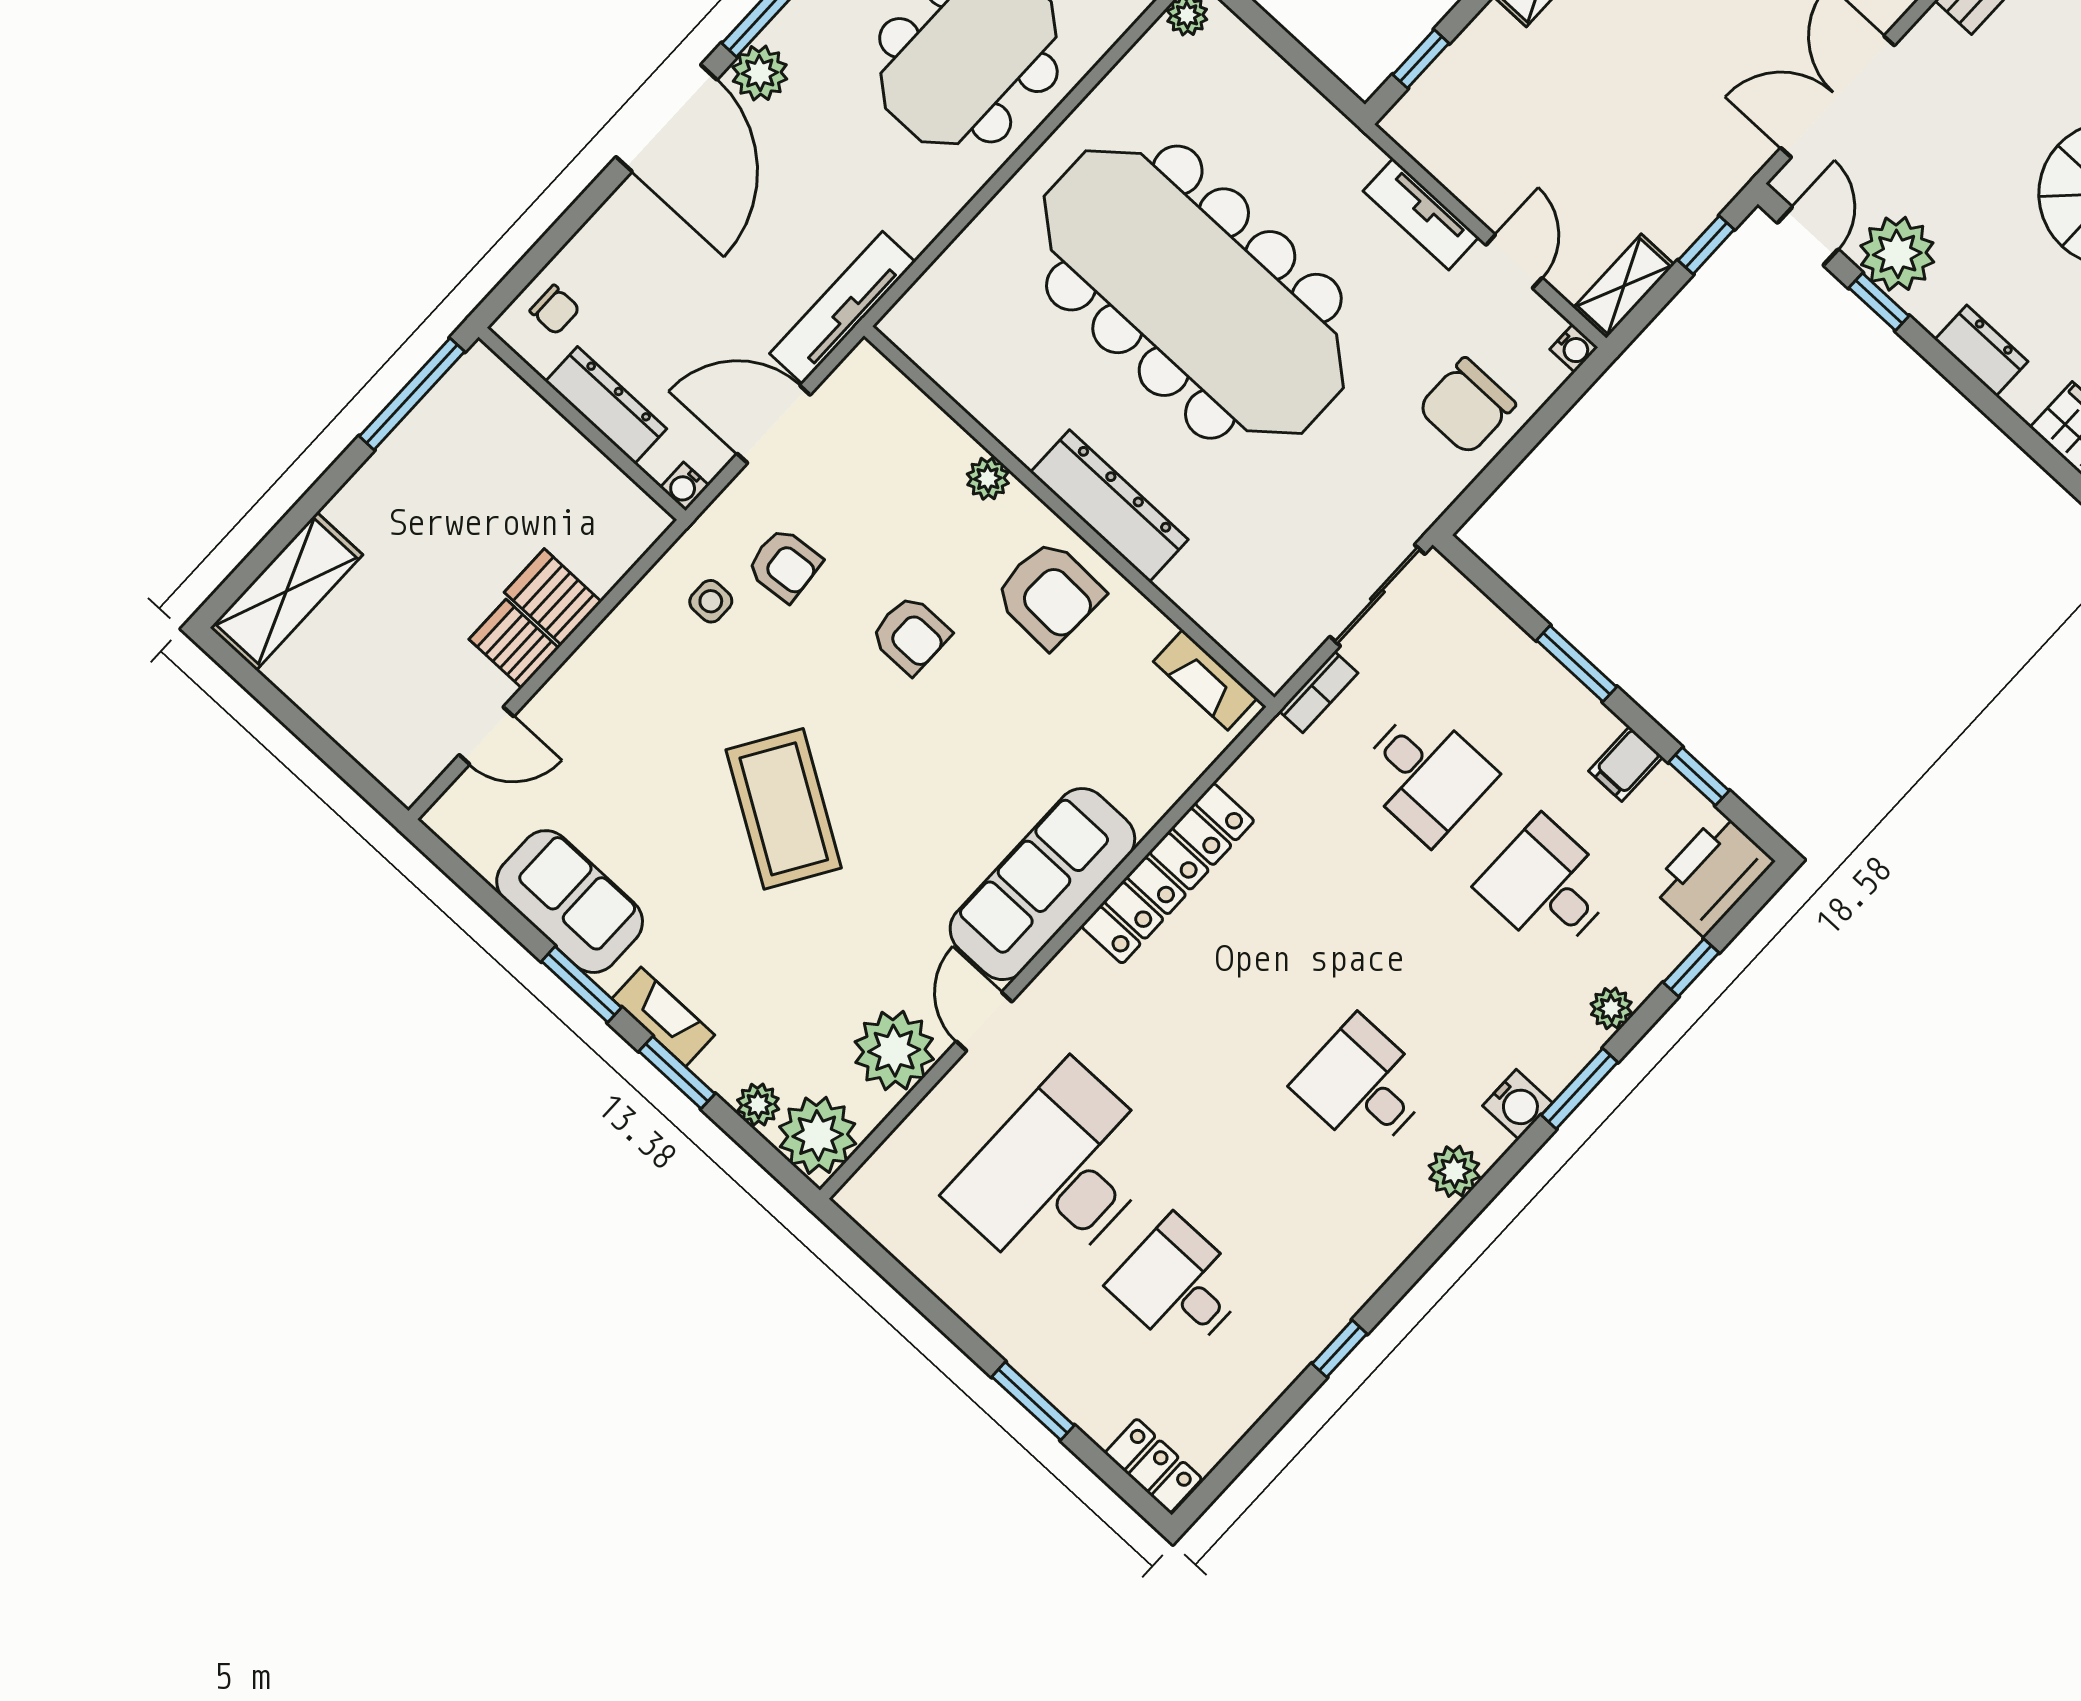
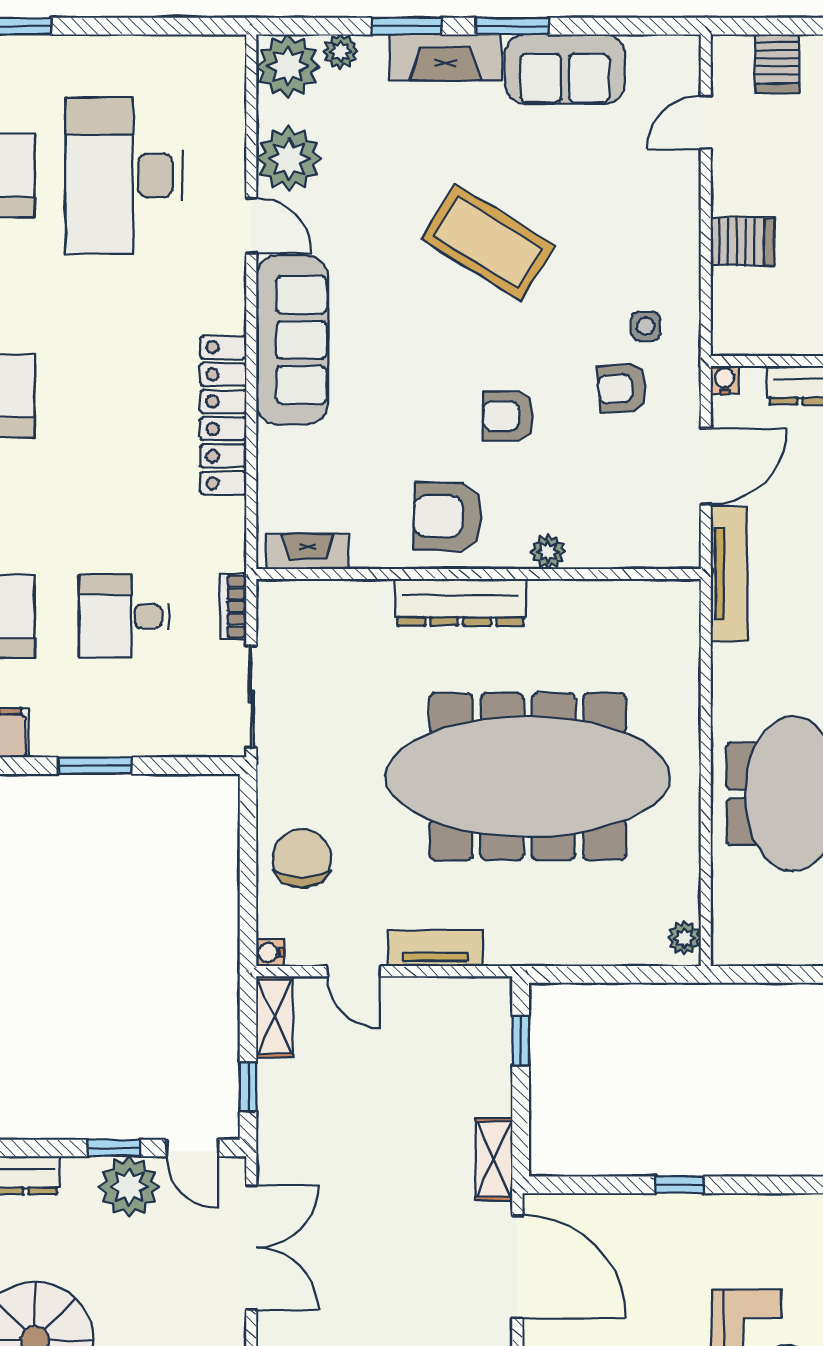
server rack: (514, 644) -> (777, 64), moved, turned 90
fireplace: (663, 1017) -> (445, 57), width x1.37, depth x1.32
desk: (1057, 1173) -> (124, 175), turned 180

